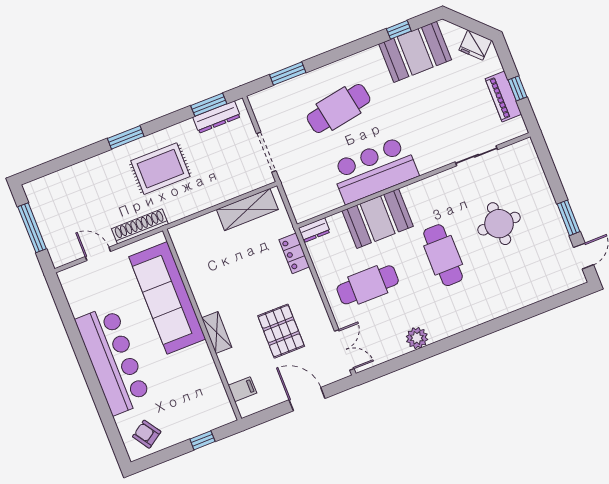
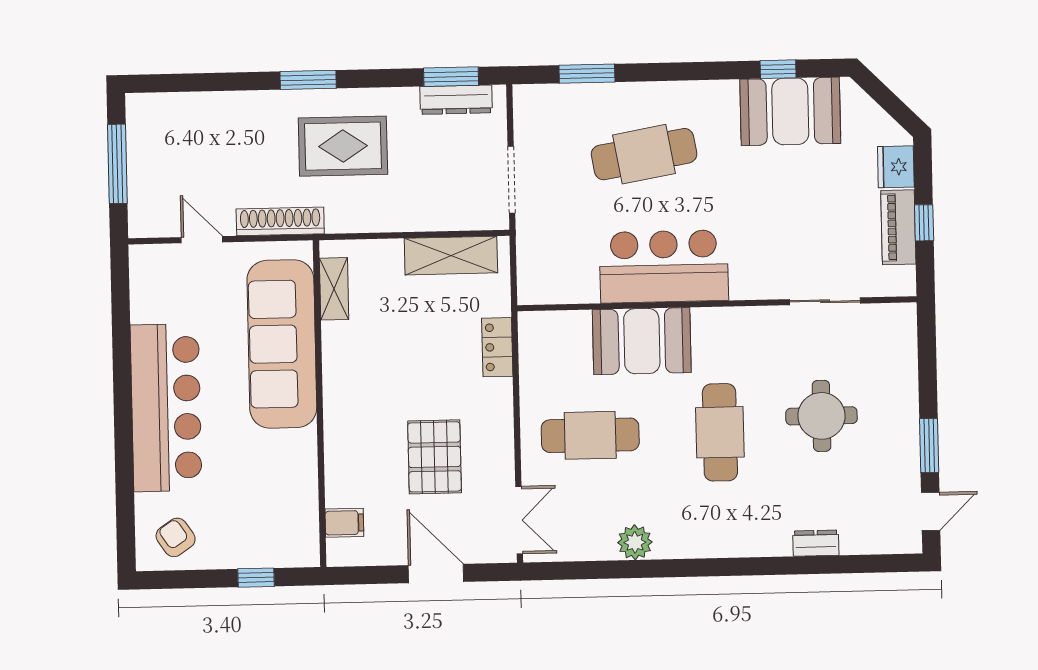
fridge: (475, 45) -> (896, 167), moved, turned 45
dresser: (314, 230) -> (816, 543), moved, turned 180
shelving: (217, 332) -> (334, 289), moved

